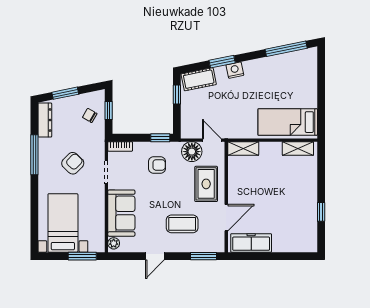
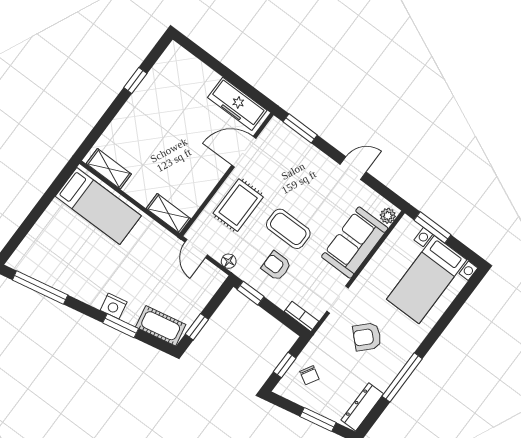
floor lamp: (192, 152) -> (229, 261), width x0.53, depth x0.53
coffee table: (182, 224) -> (288, 229), moved

